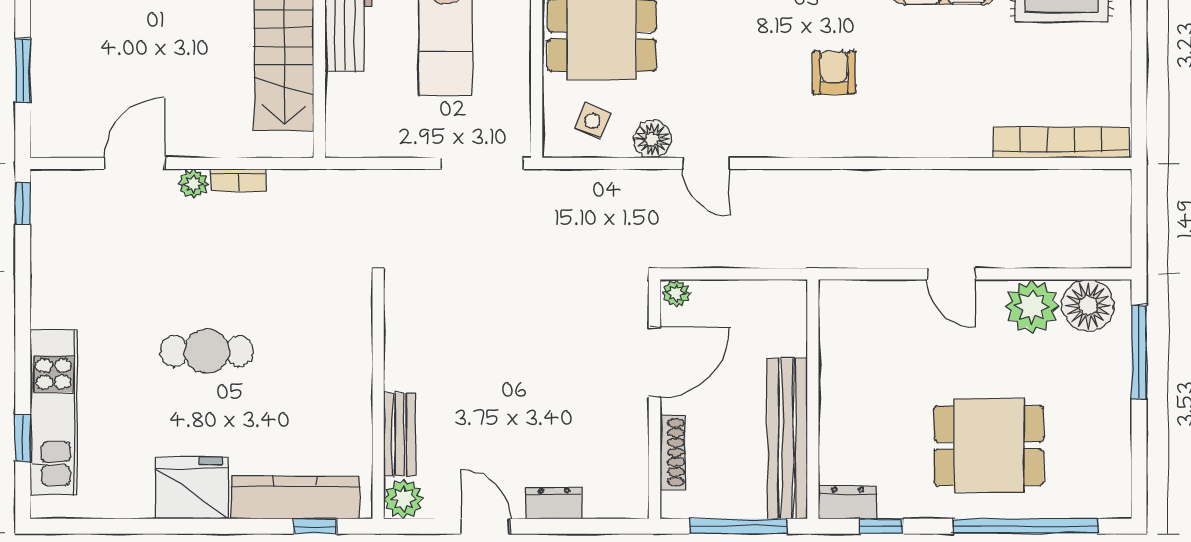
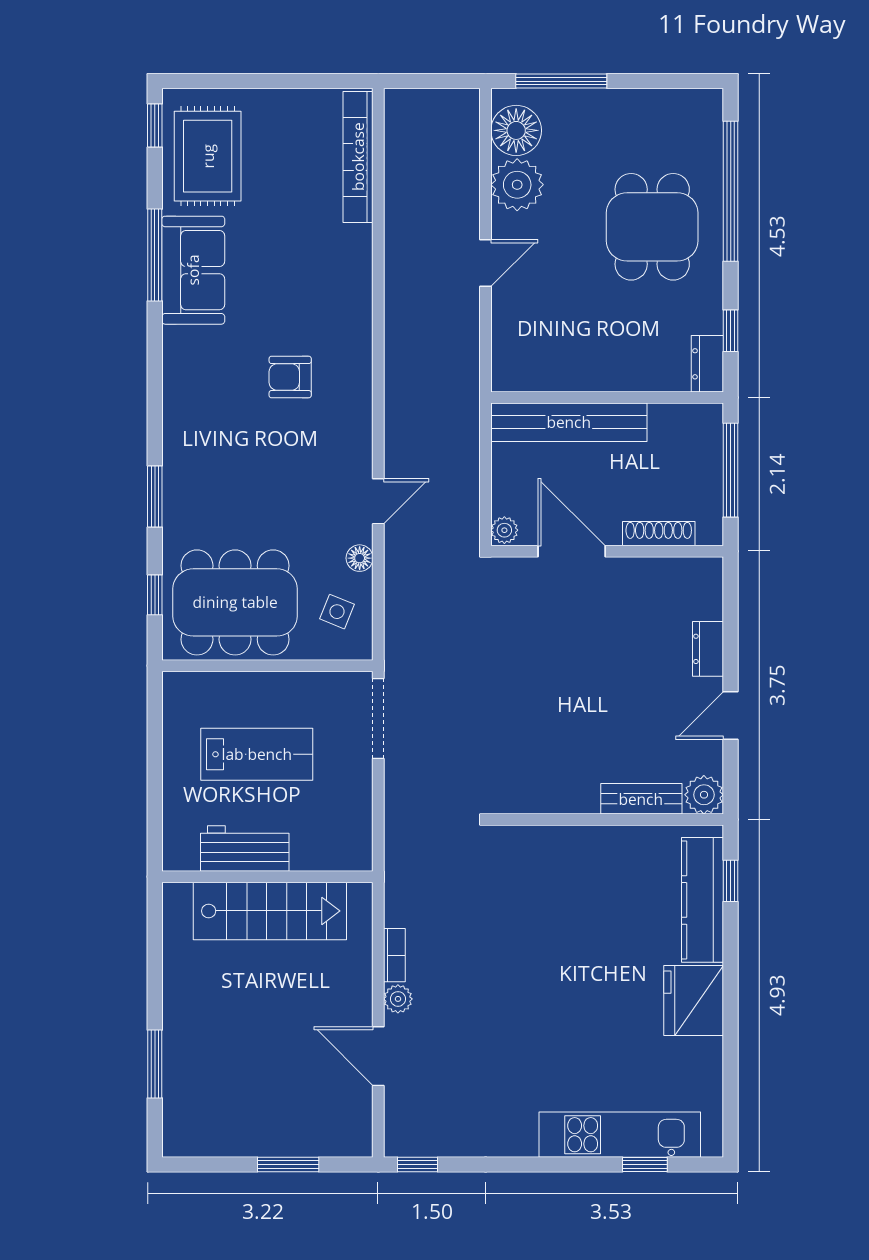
floor lamp: (653, 139) -> (360, 558), width x0.73, depth x0.73
cafe table: (207, 351) -> (561, 986), removed
bench: (787, 439) -> (569, 422), moved

